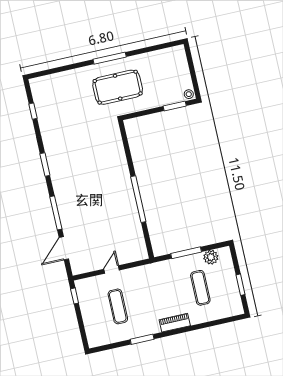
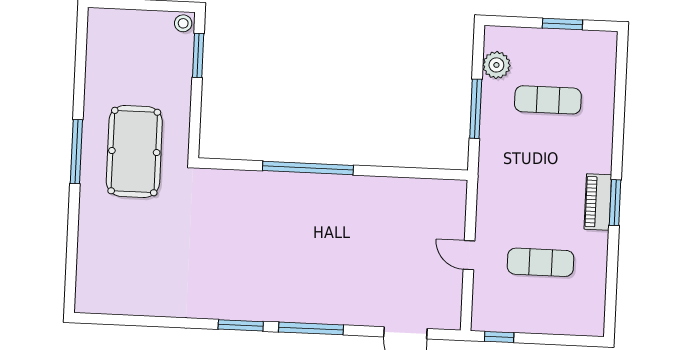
window: (33, 111) -> (136, 321), removed
window: (138, 199) -> (308, 168), moved
window: (56, 213) -> (311, 328), moved
piano: (175, 323) -> (598, 202), moved
window: (142, 339) -> (615, 203), moved

